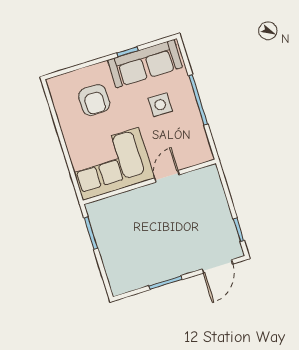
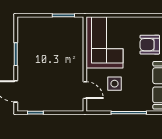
side table: (160, 105) -> (115, 84), moved
door: (167, 176) -> (85, 90), moved

